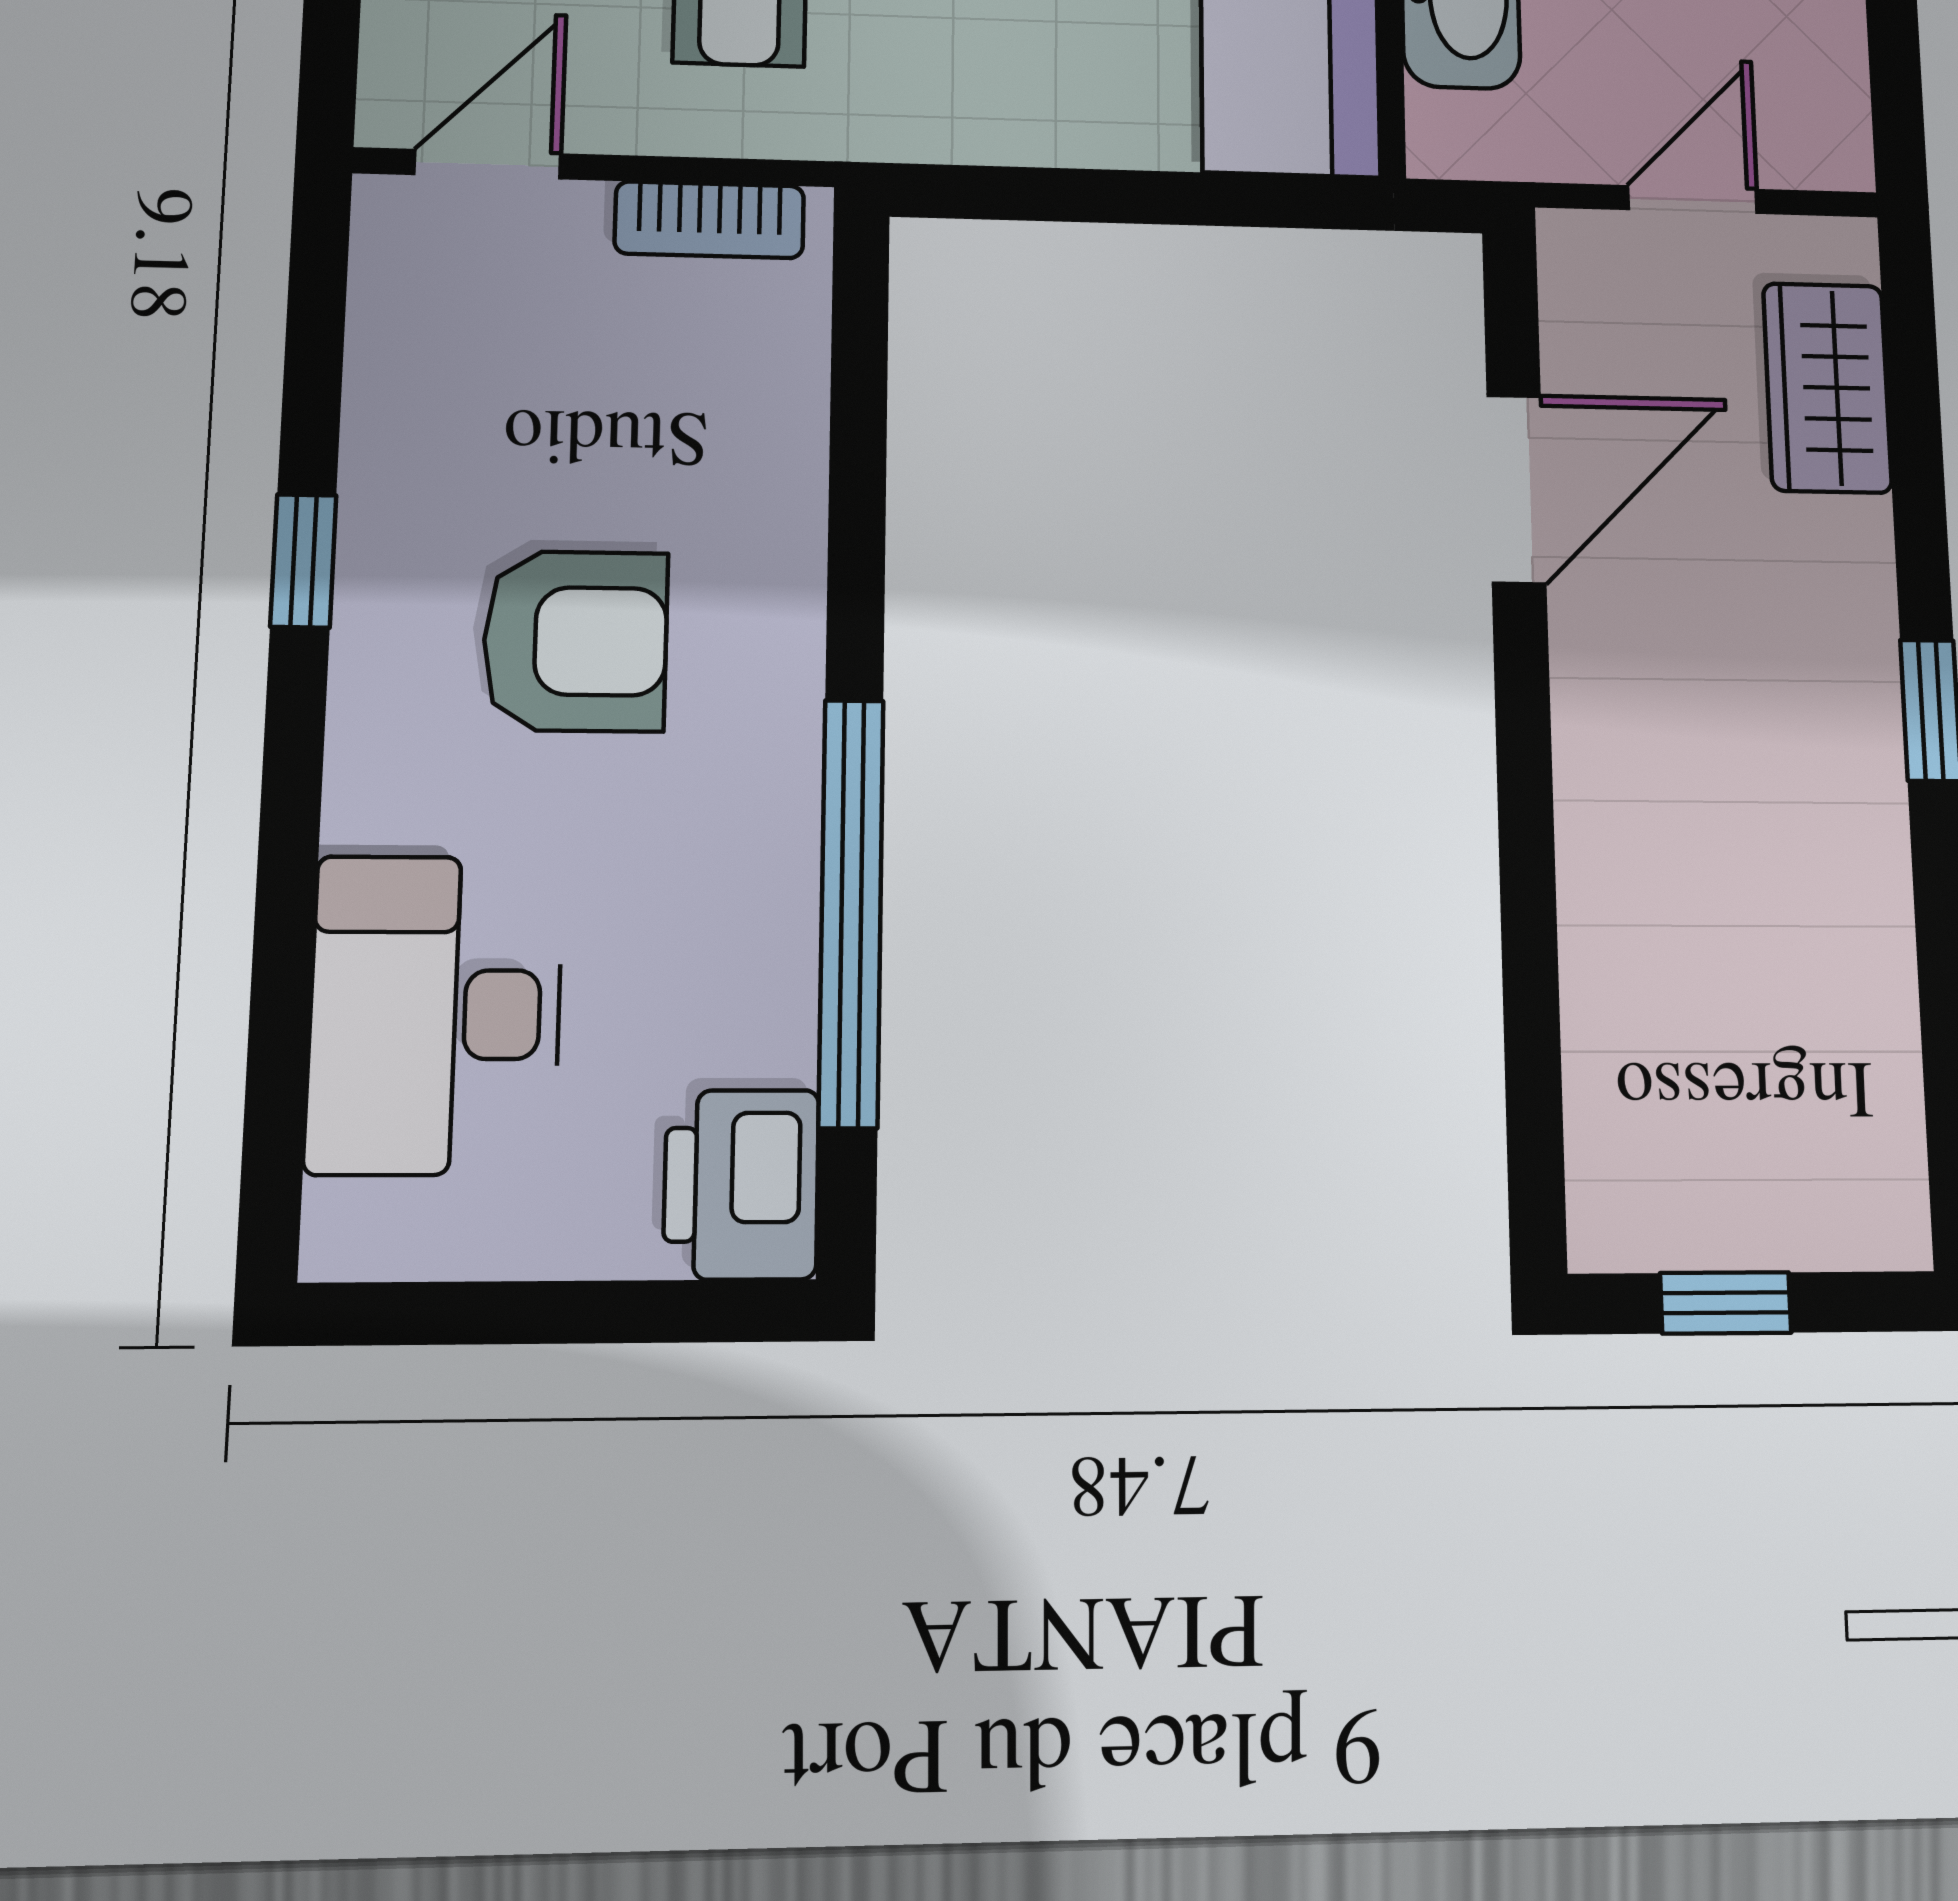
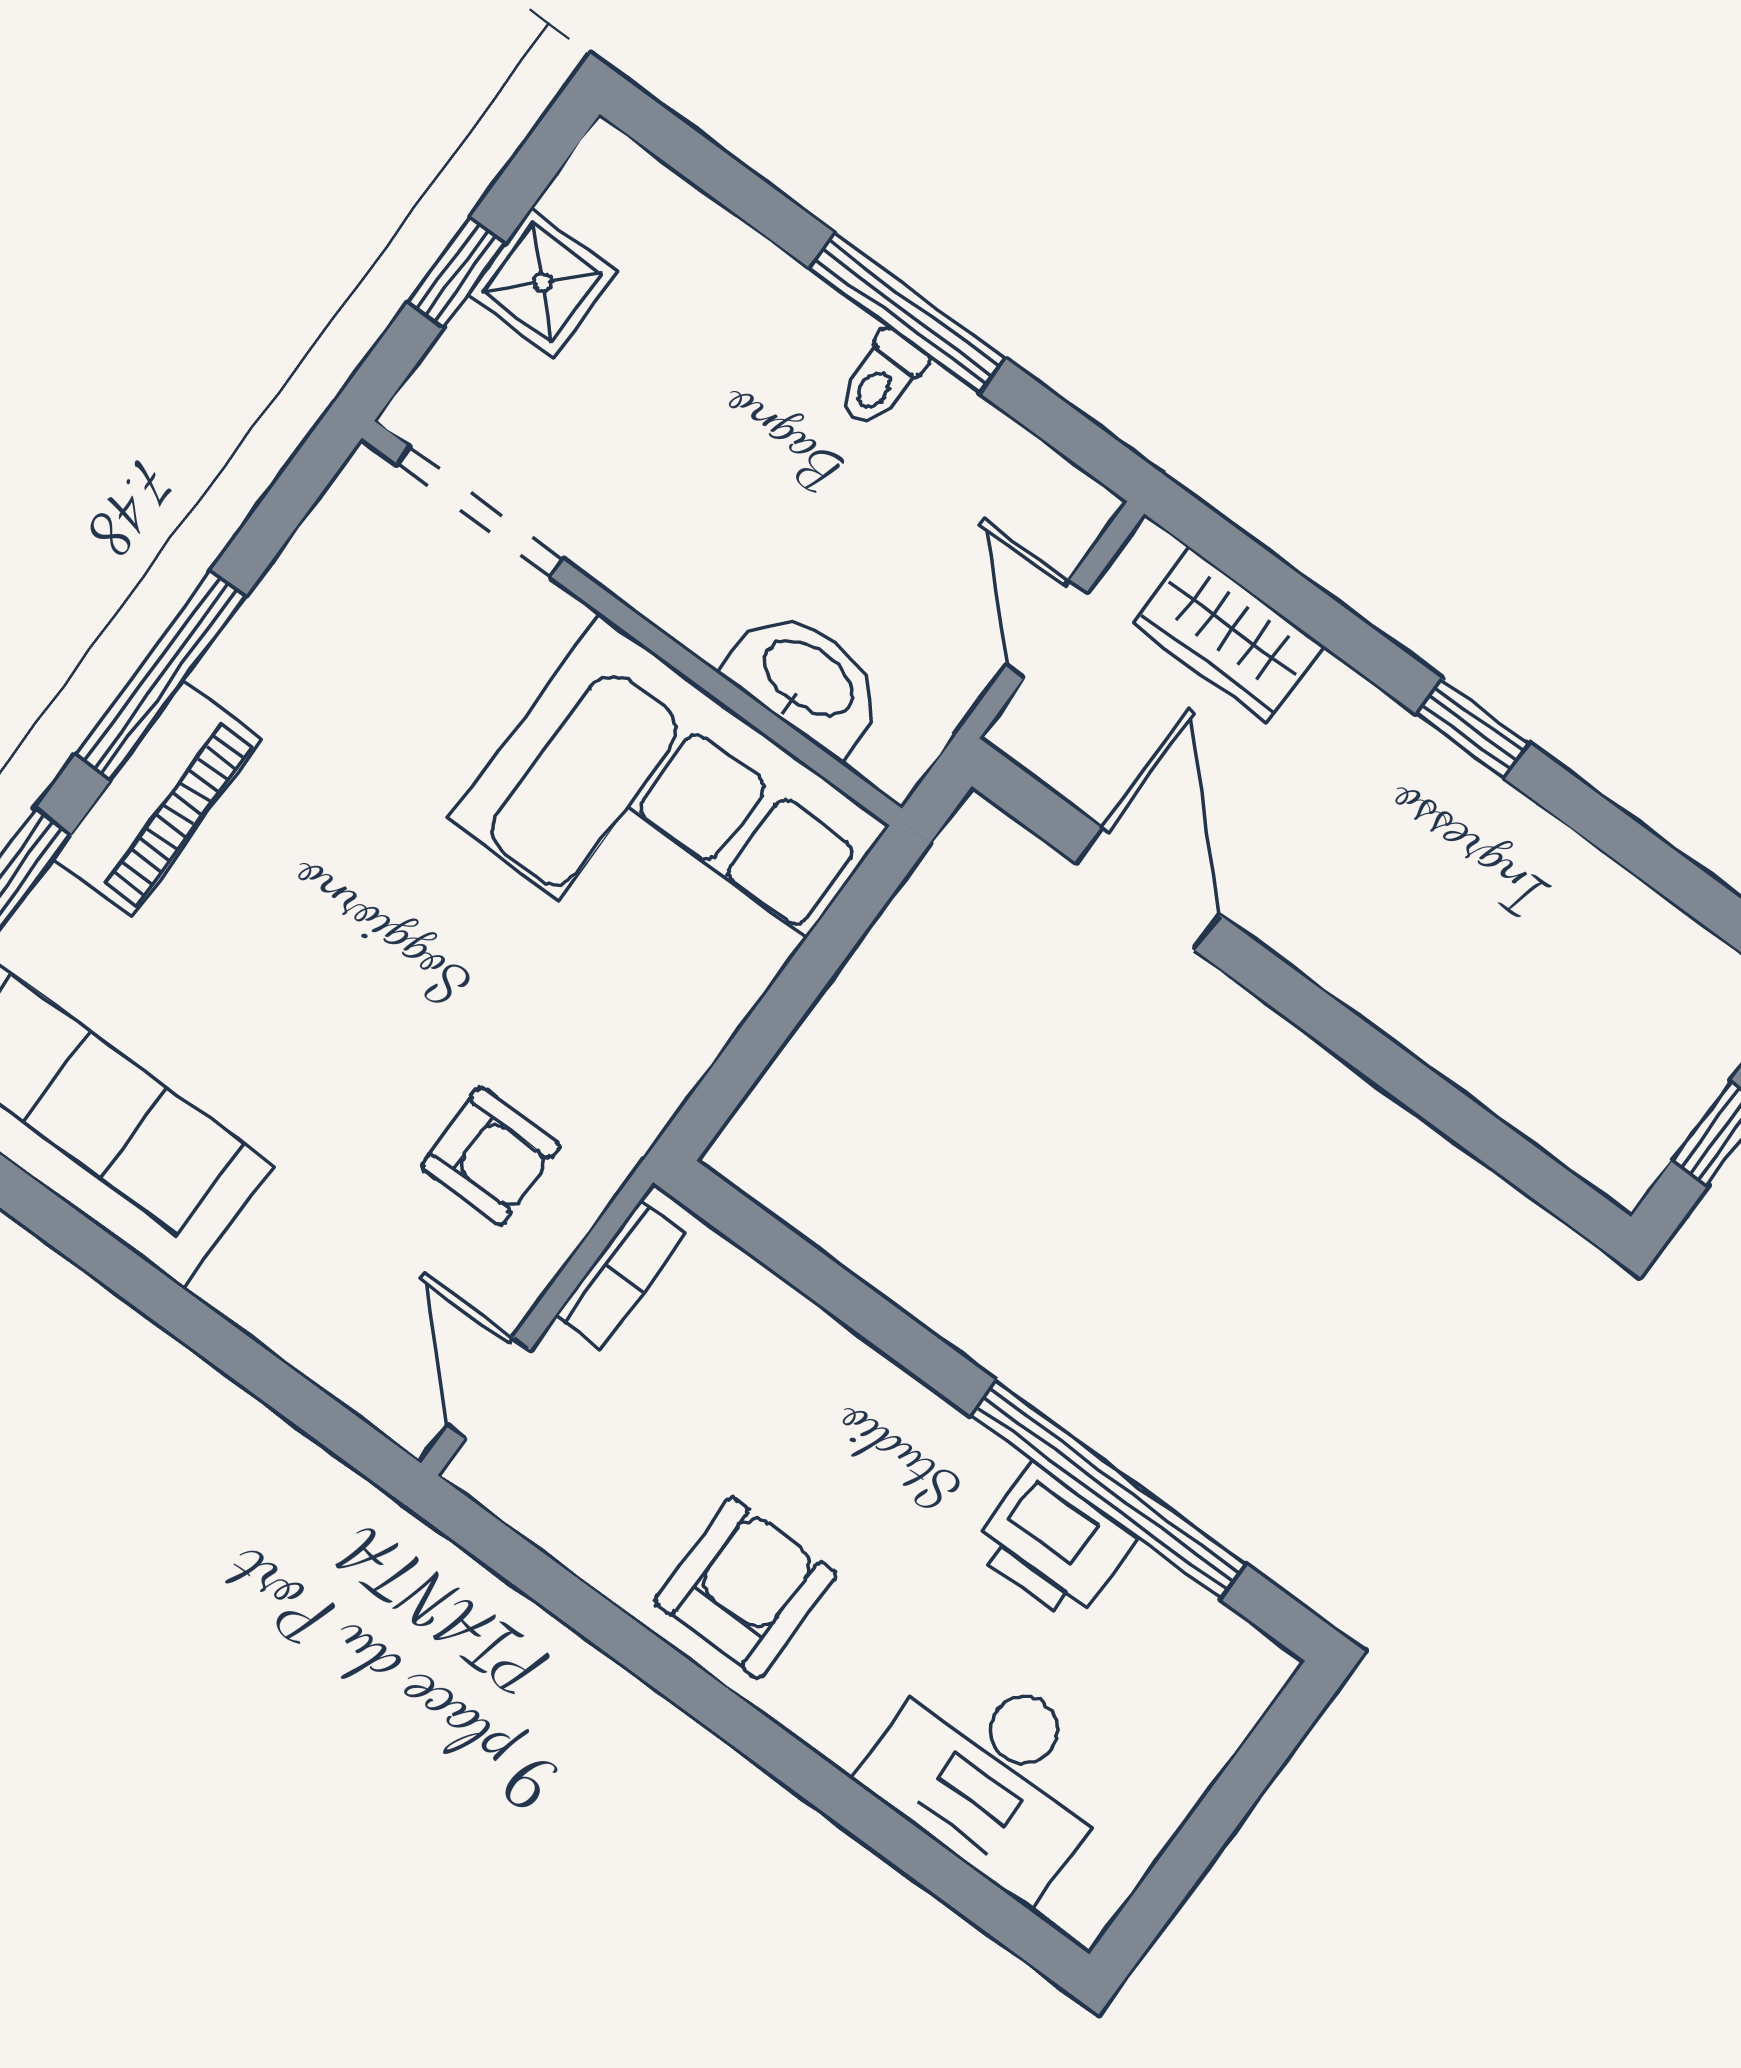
window: (303, 561) -> (664, 1668), removed
armchair: (575, 641) -> (745, 1588), moved
printer: (741, 1184) -> (1053, 1543), moved

